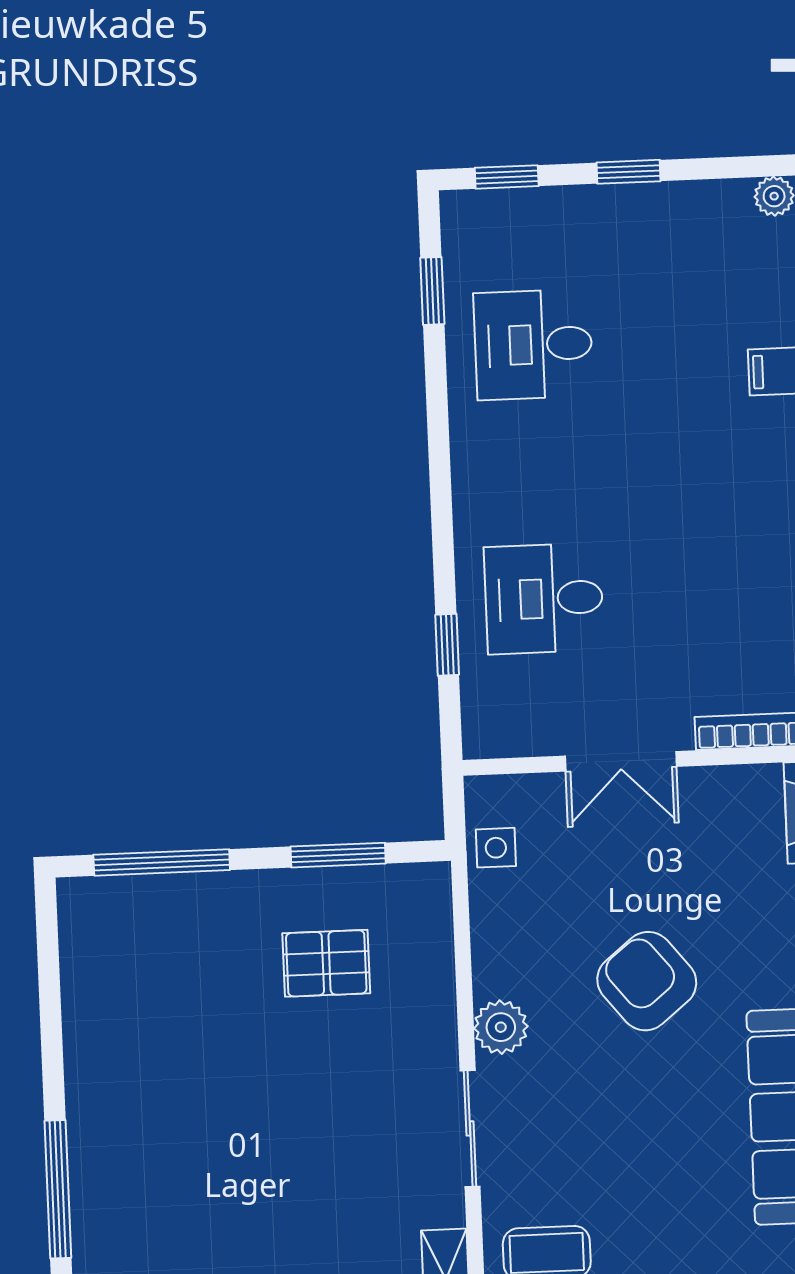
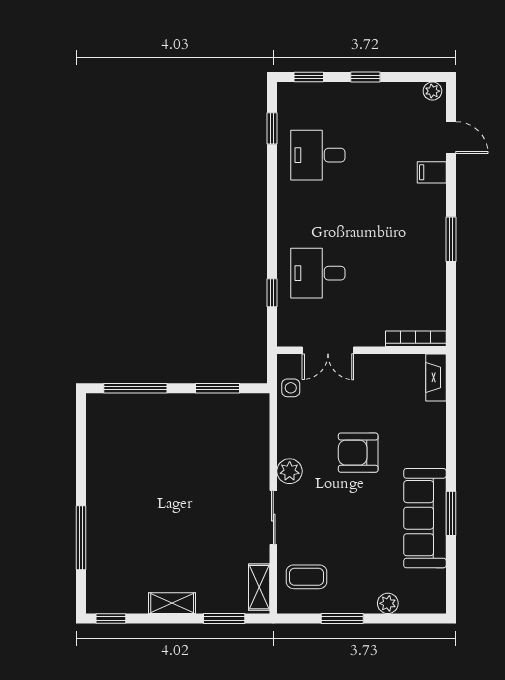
double door: (621, 761) -> (328, 350), moved
pallet: (326, 963) -> (210, 438), removed
armchair: (647, 981) -> (358, 453), turned -51

